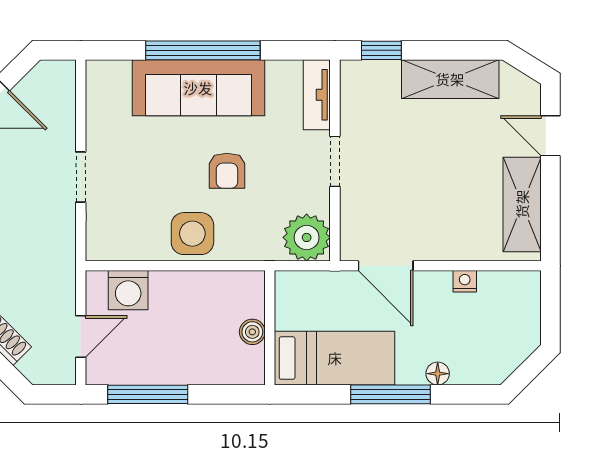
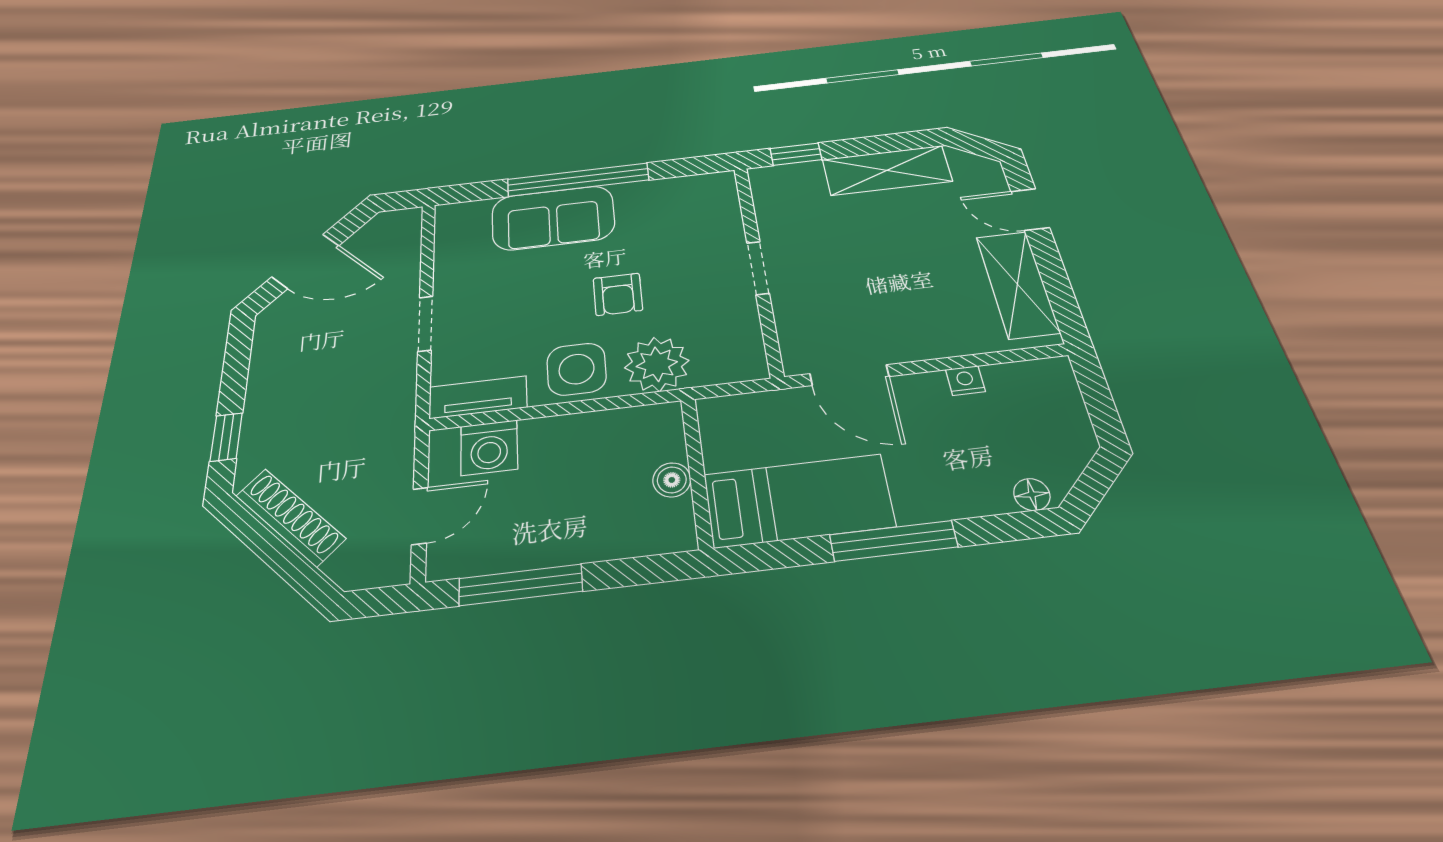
sofa: (198, 88) -> (553, 218), width x0.73
tv unit: (317, 95) -> (478, 397), moved, turned 90
plant: (307, 237) -> (657, 364), moved
floor lamp: (438, 374) -> (1032, 495), moved

